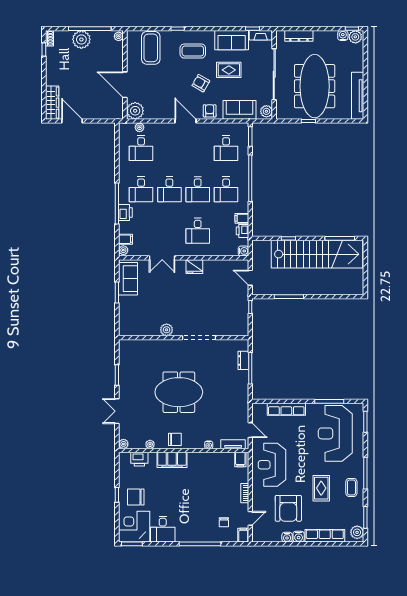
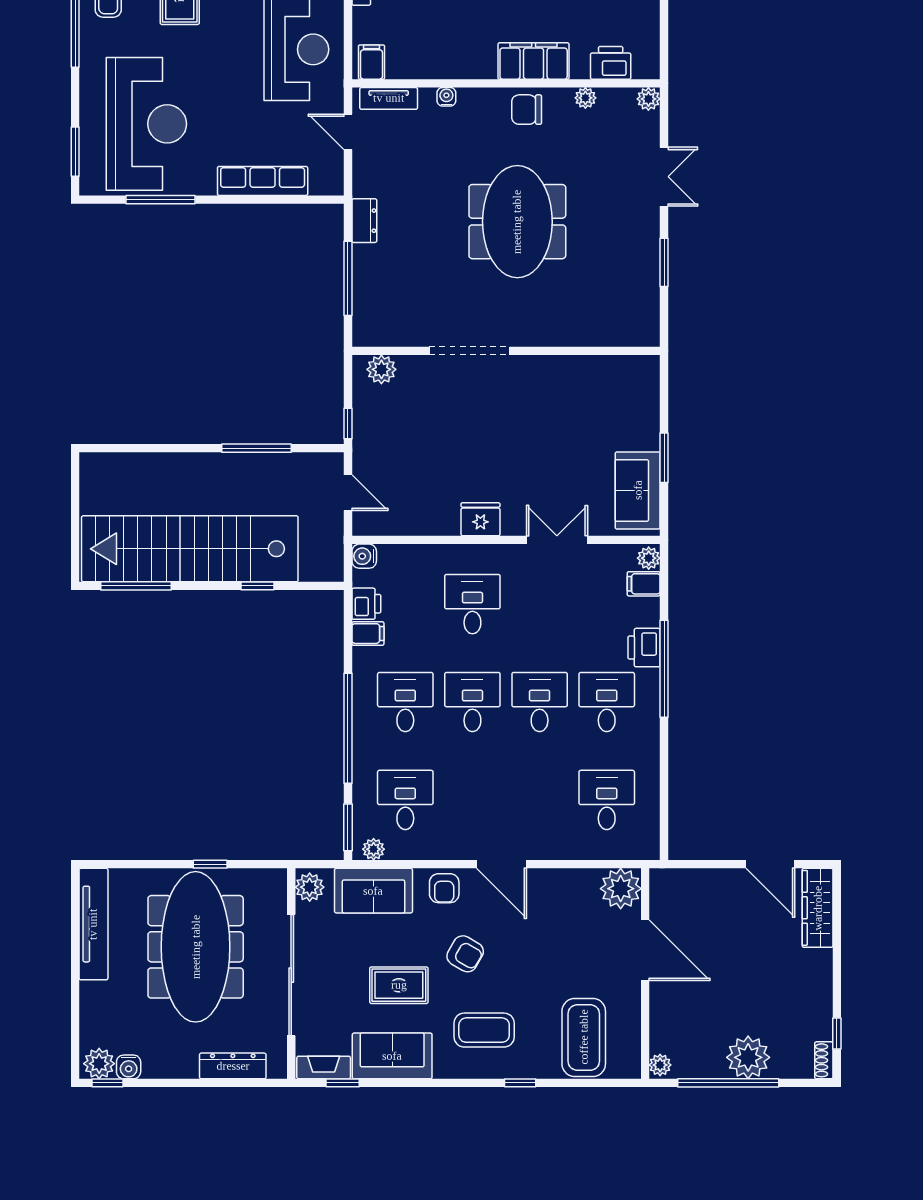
plant: (139, 127) -> (374, 849), moved
plant: (167, 330) -> (381, 369), moved
dresser: (243, 360) -> (364, 221), moved
meeting table: (179, 392) -> (517, 222), turned 90

